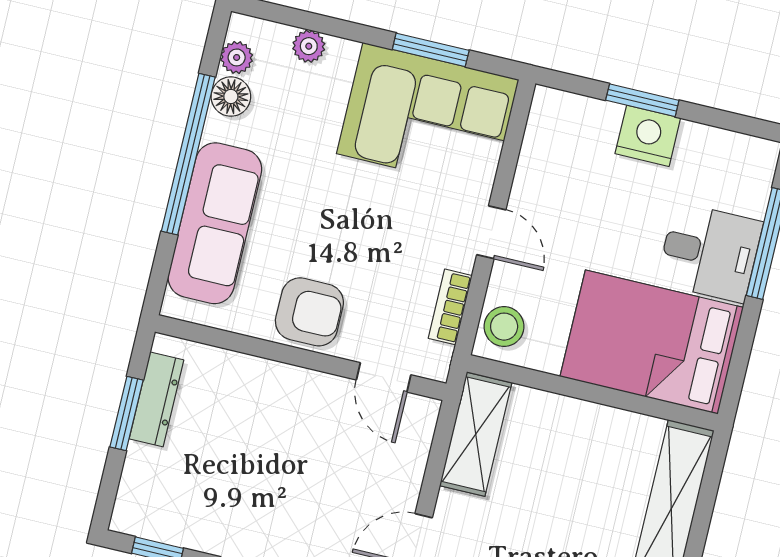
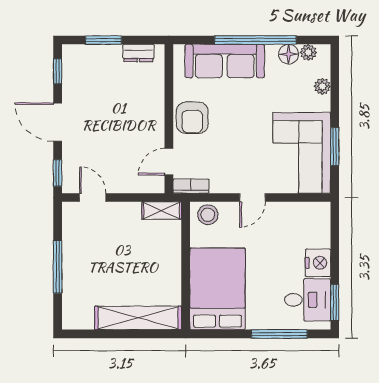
window: (642, 100) -> (335, 303), moved
desk: (710, 253) -> (308, 300), moved, turned -90
bookcase: (450, 307) -> (191, 186), moved
dresser: (156, 399) -> (138, 53), width x0.70
window: (126, 414) -> (104, 40), moved
shelving: (476, 434) -> (162, 210), width x0.67, depth x0.75

